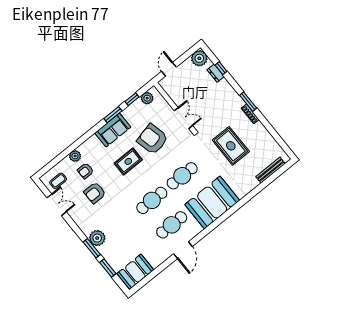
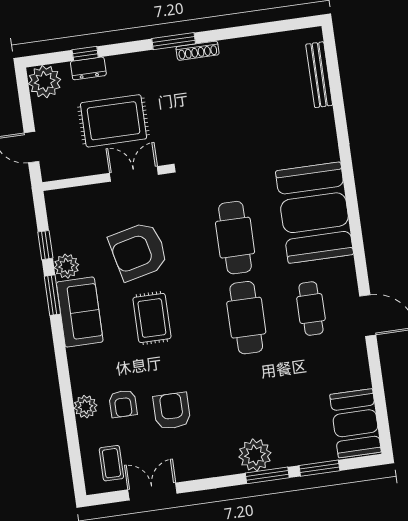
plant: (147, 98) -> (67, 266), moved
rug: (231, 146) -> (114, 121), moved
armchair: (95, 193) -> (172, 411), turned 180
cafe table: (172, 225) -> (311, 309), width x0.73, depth x0.74

